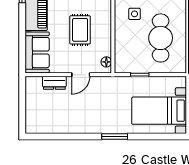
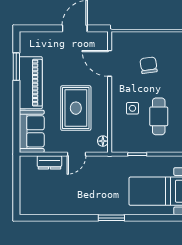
side table: (135, 14) -> (132, 108), moved
rug: (80, 30) -> (76, 108), width x1.36, depth x1.43
cafe table: (161, 38) -> (159, 116), width x0.73, depth x0.74

